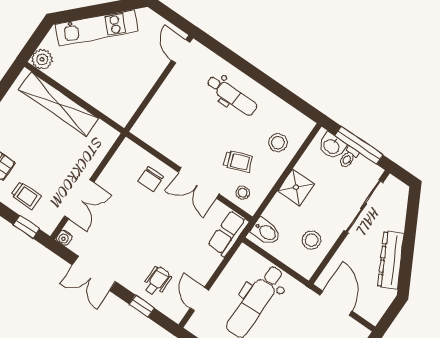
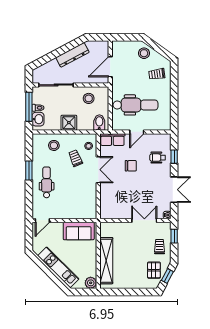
window: (266, 82) -> (29, 171), added
sofa: (129, 94) -> (79, 231), added
chair: (151, 179) -> (131, 166), moved
door: (199, 299) -> (137, 132), moved

